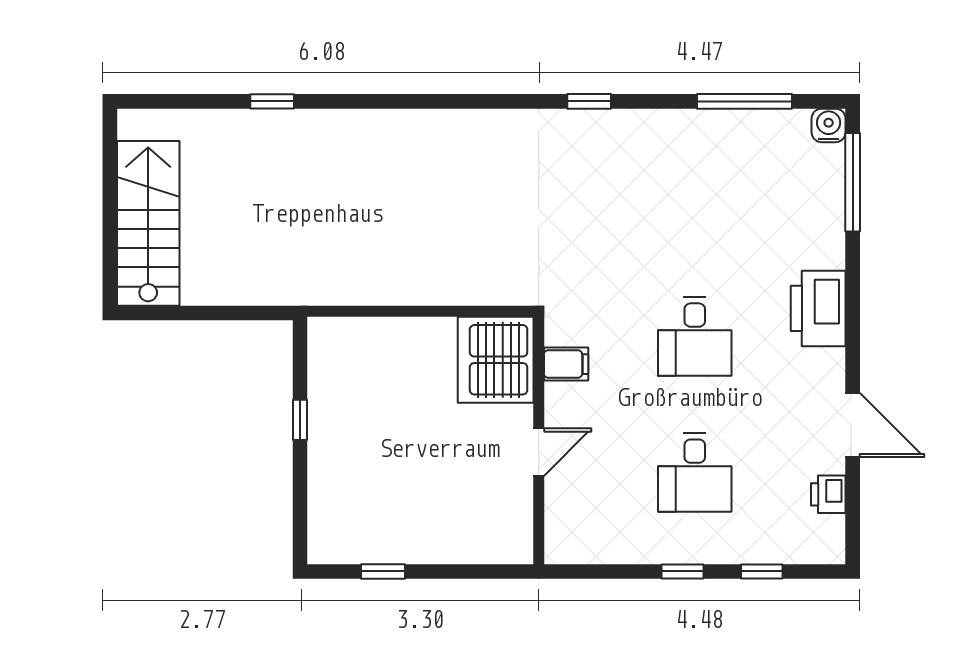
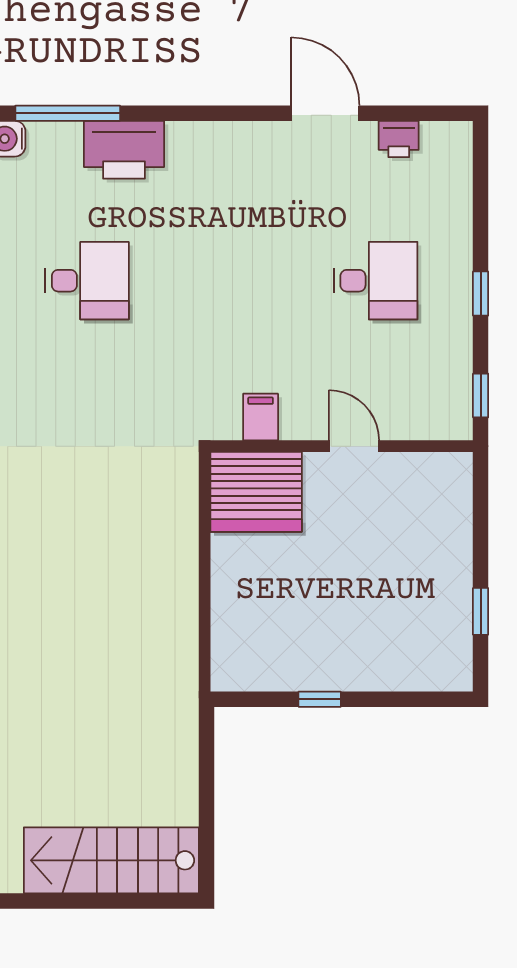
printer: (818, 308) -> (124, 150), moved
desk: (695, 336) -> (87, 281), moved
door: (853, 425) -> (325, 113), hinge flipped
window: (762, 571) -> (481, 396), moved

